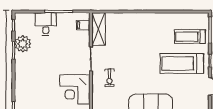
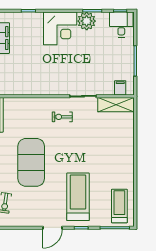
desk: (46, 24) -> (121, 25), moved, turned -90
treadmill: (190, 37) -> (119, 206), moved
plant: (23, 44) -> (87, 21), moved
corner desk: (75, 89) -> (60, 28), moved, turned 180

